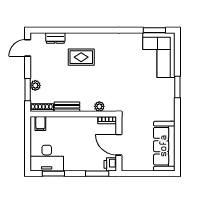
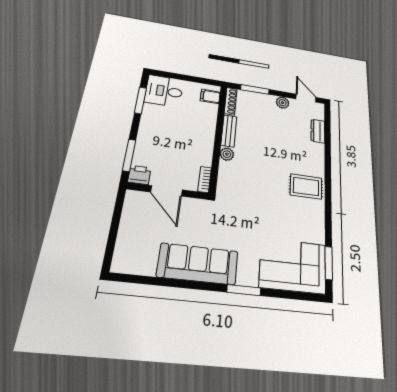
rug: (81, 57) -> (306, 187), moved, turned 90
plant: (35, 85) -> (283, 103), moved
plant: (99, 106) -> (227, 154), moved
door: (119, 145) -> (167, 191), swing flipped
sofa: (164, 146) -> (198, 264), moved
desk: (47, 158) -> (164, 91), width x0.73

